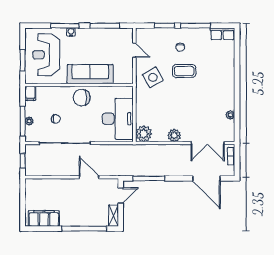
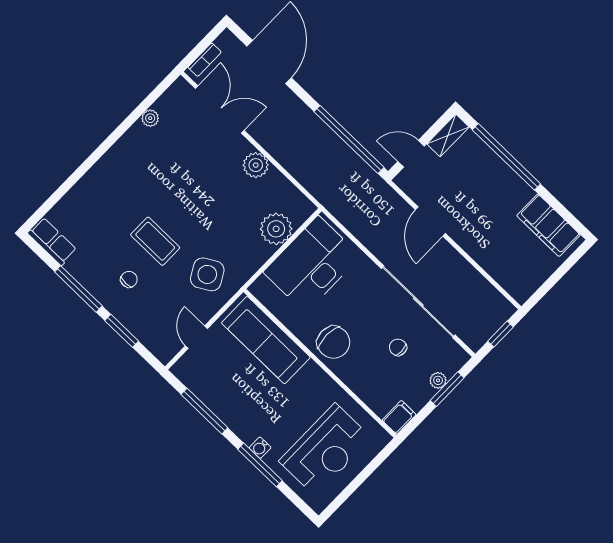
window: (23, 60) -> (365, 474), removed
sofa: (90, 74) -> (266, 340), moved
window: (23, 121) -> (447, 389), width x0.69
plant: (144, 134) -> (276, 229), moved
window: (149, 178) -> (349, 140), width x1.46

